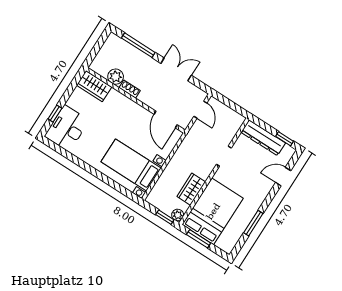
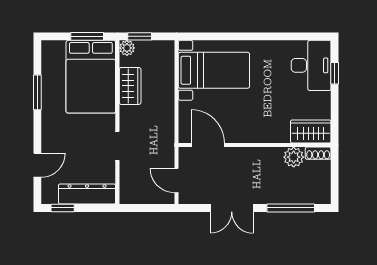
shoe rack: (130, 89) -> (318, 153), moved

